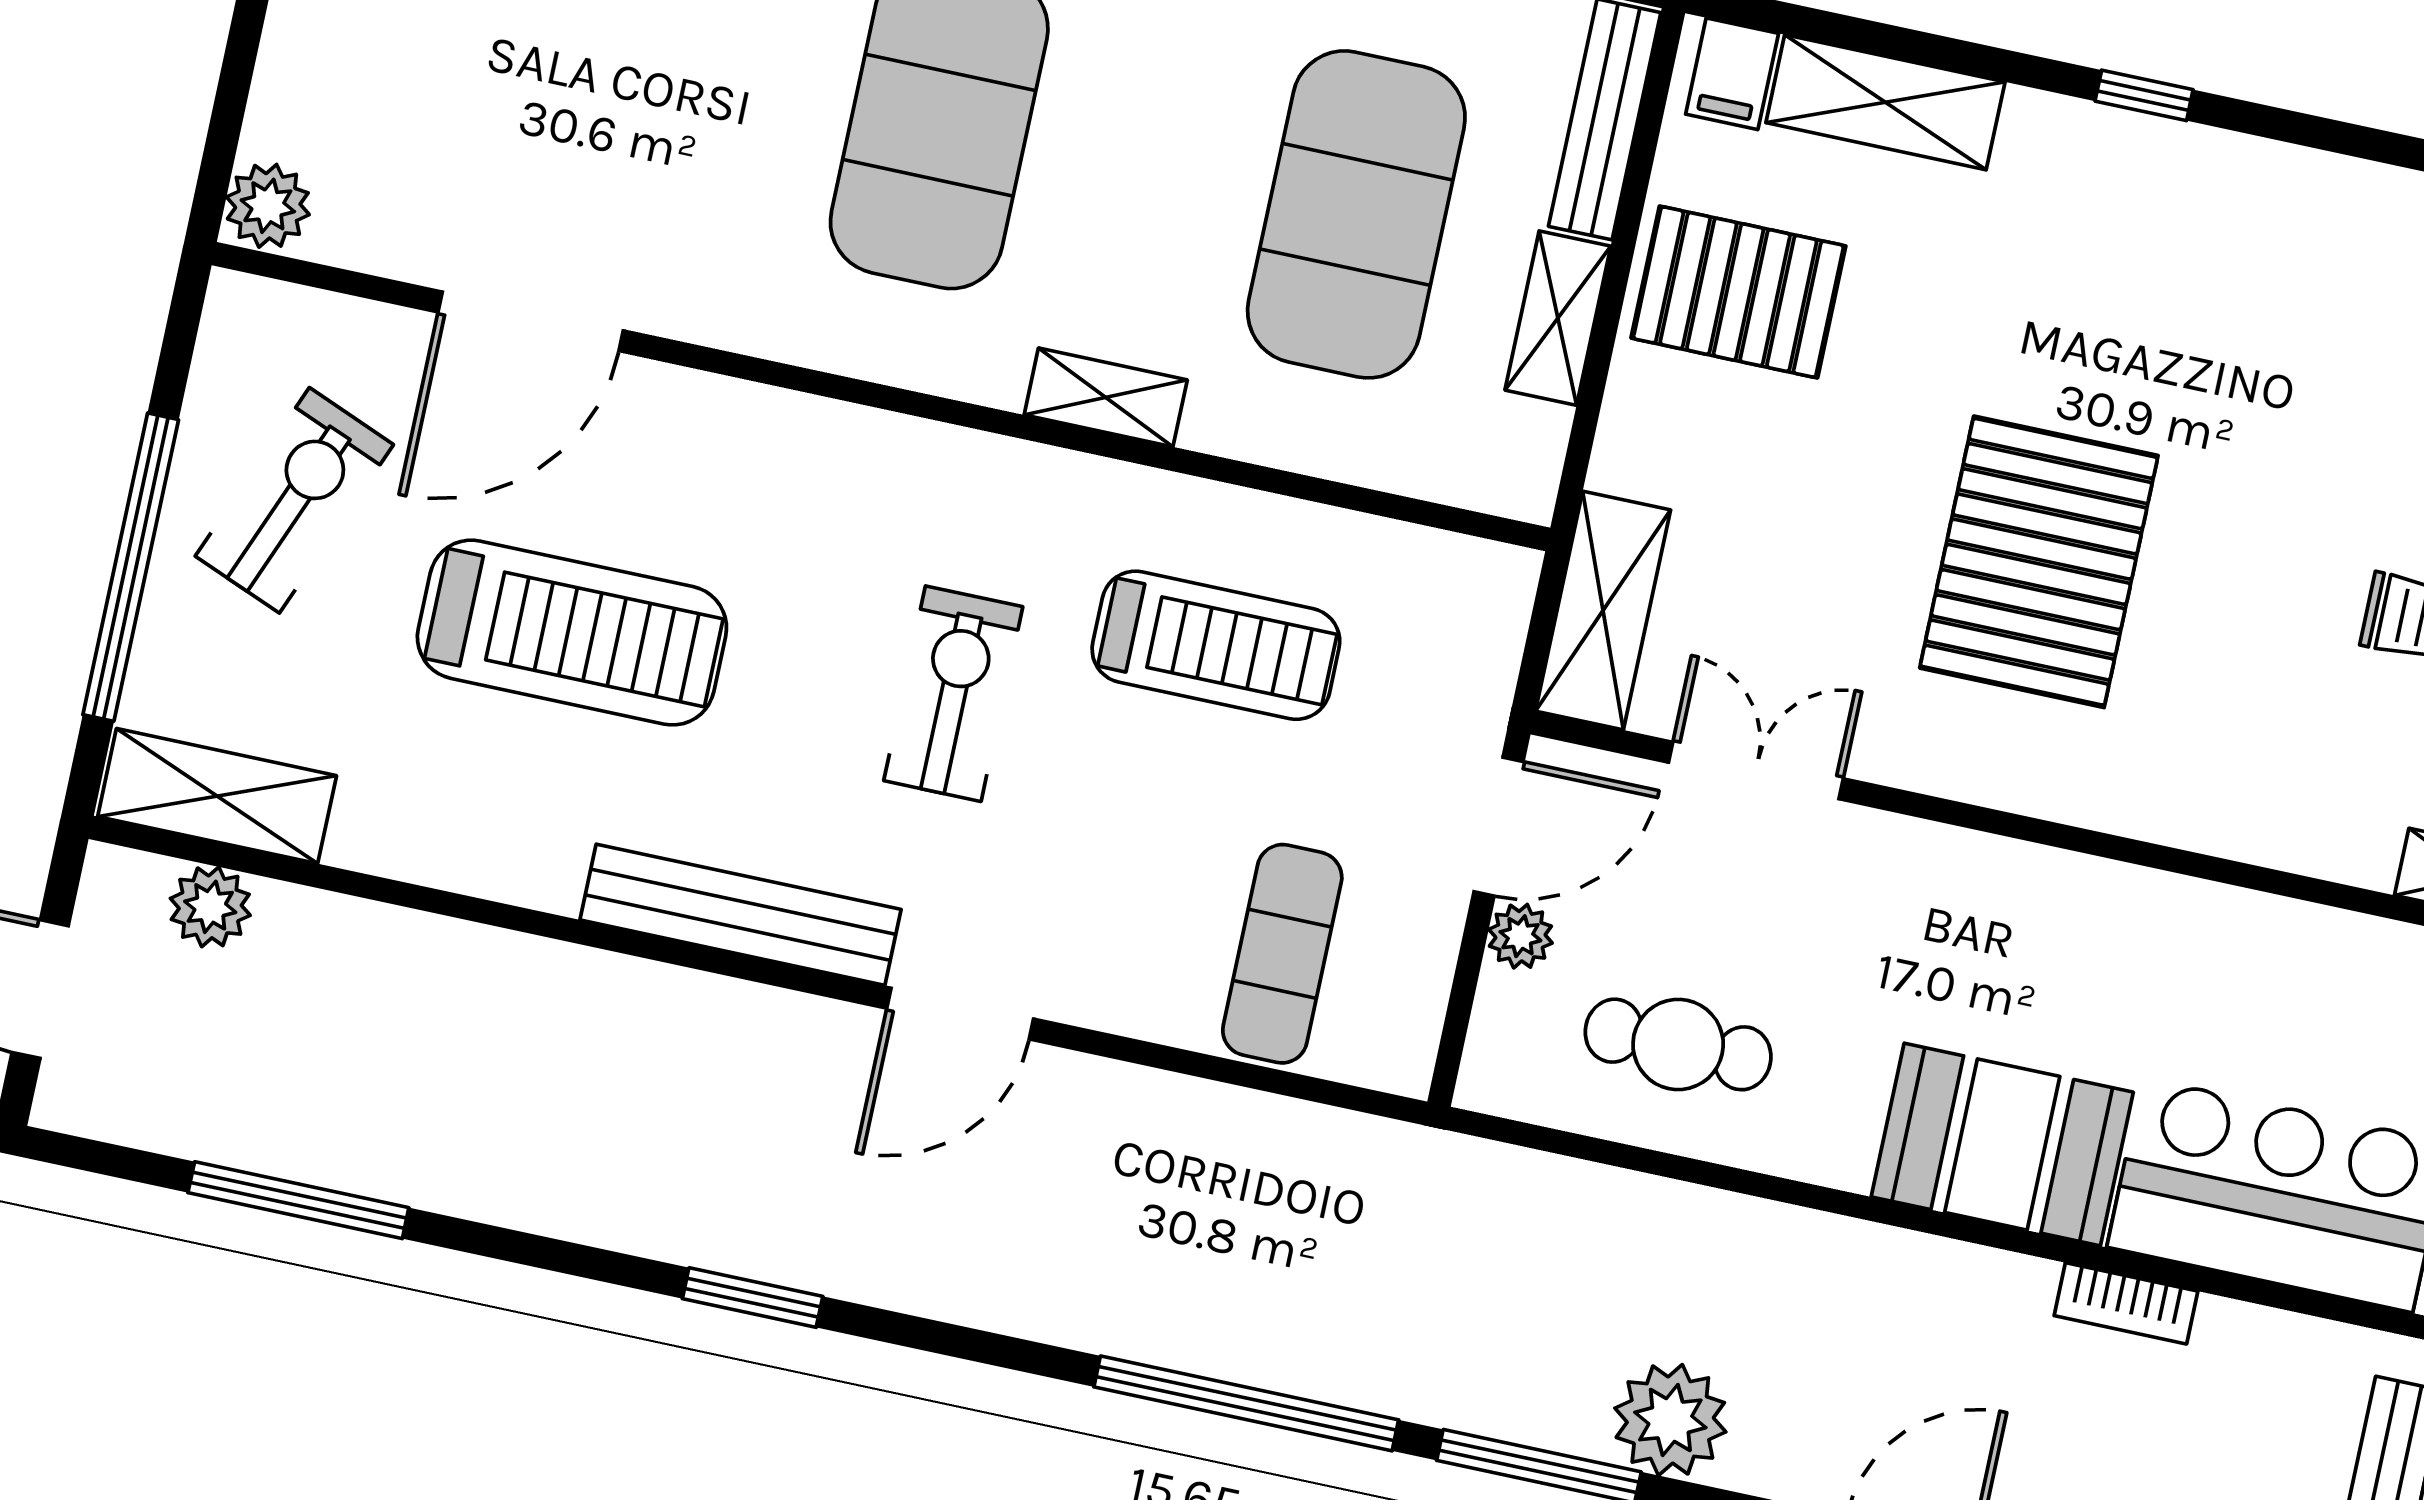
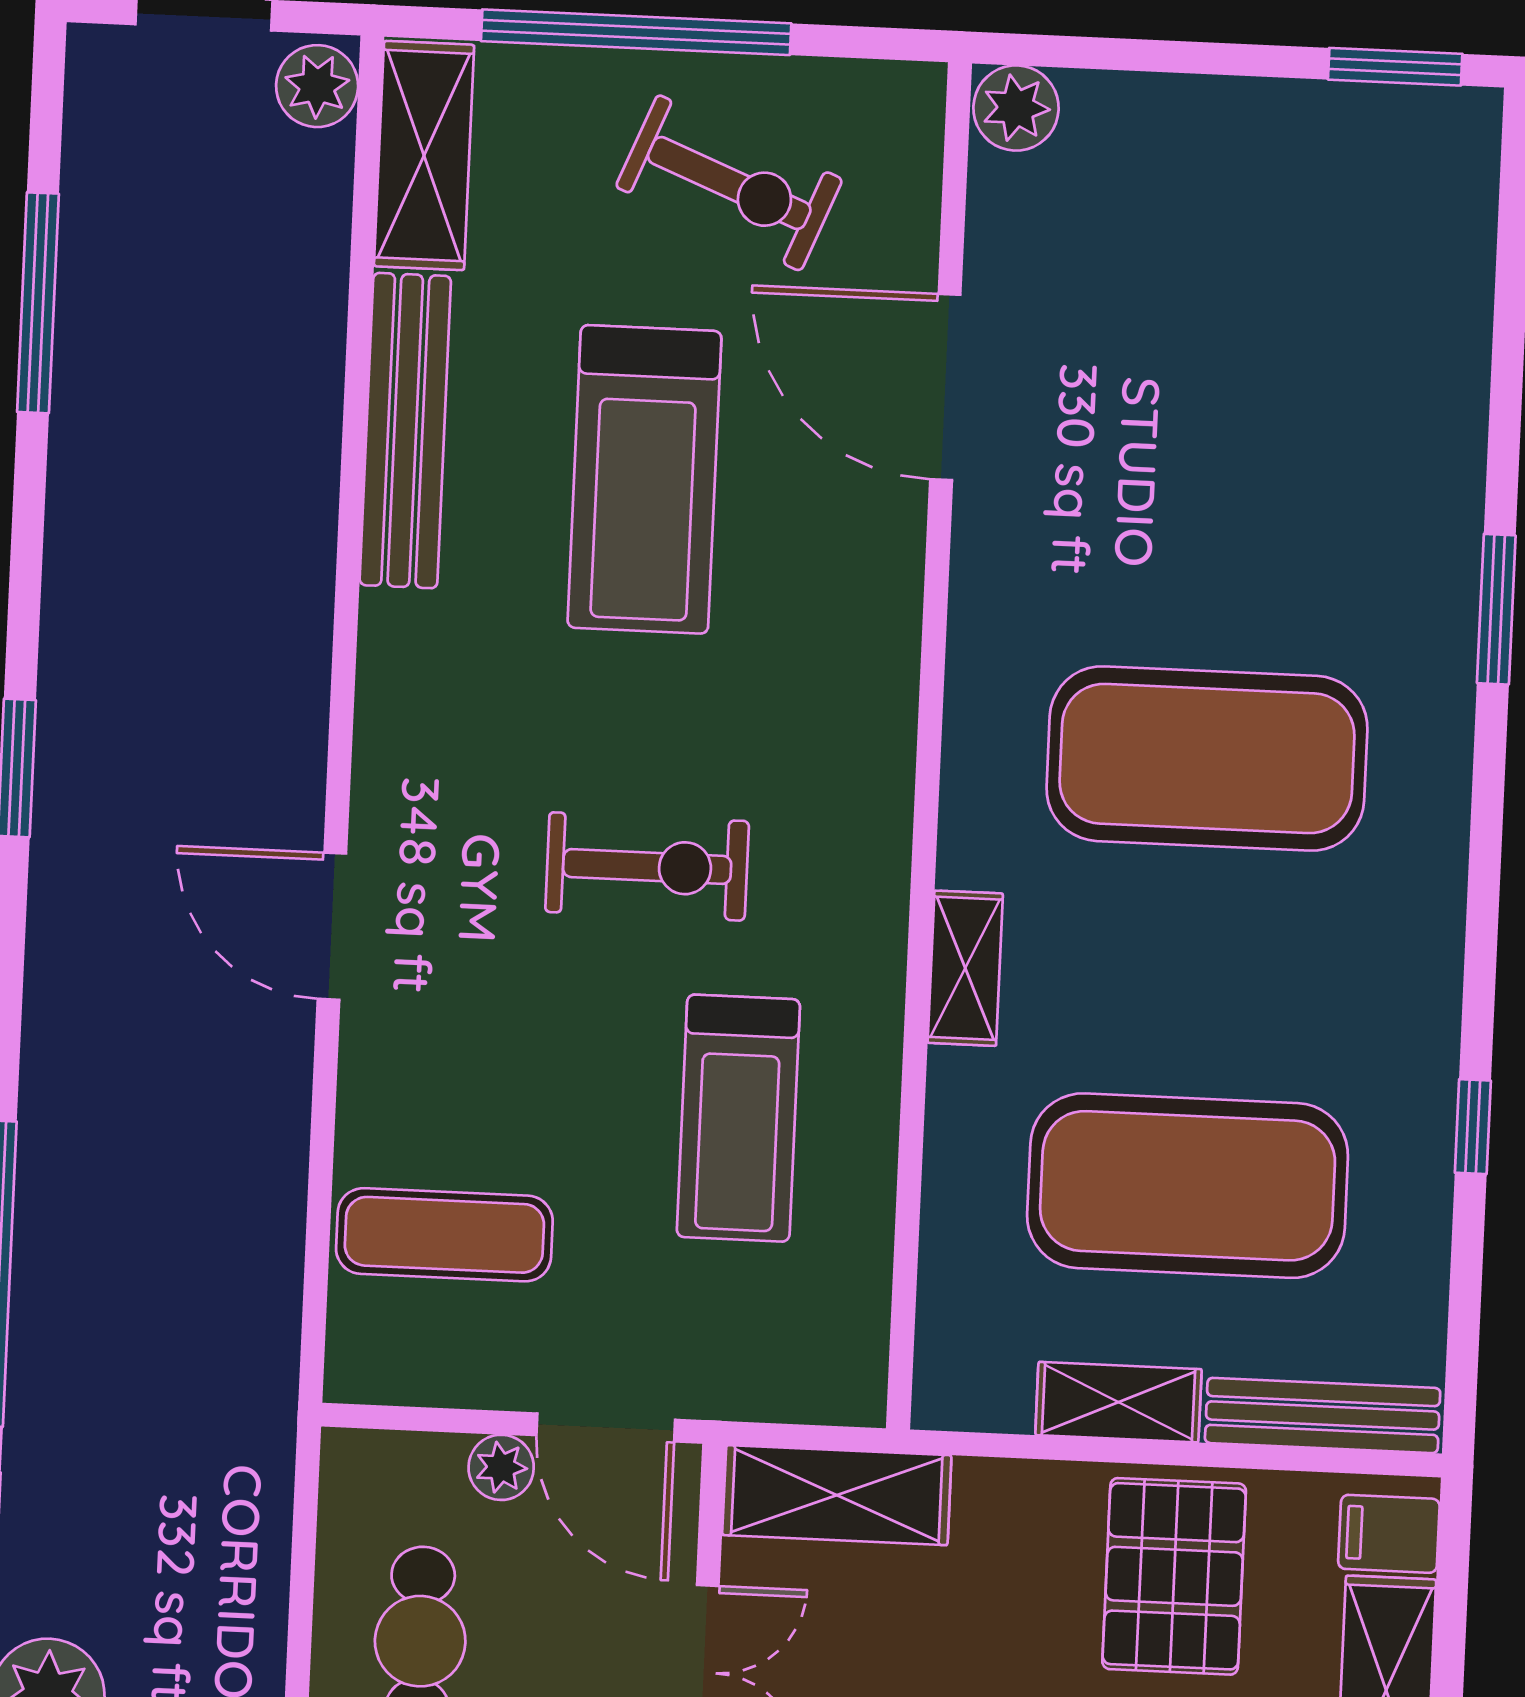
plant: (210, 907) -> (317, 86), moved
bench: (741, 915) -> (405, 431), moved

